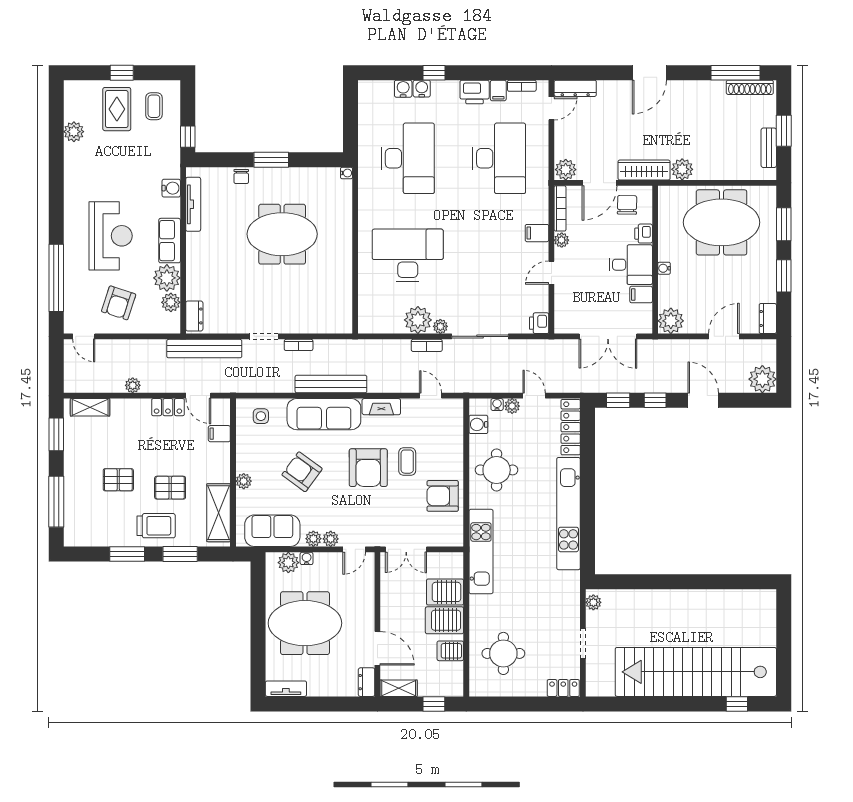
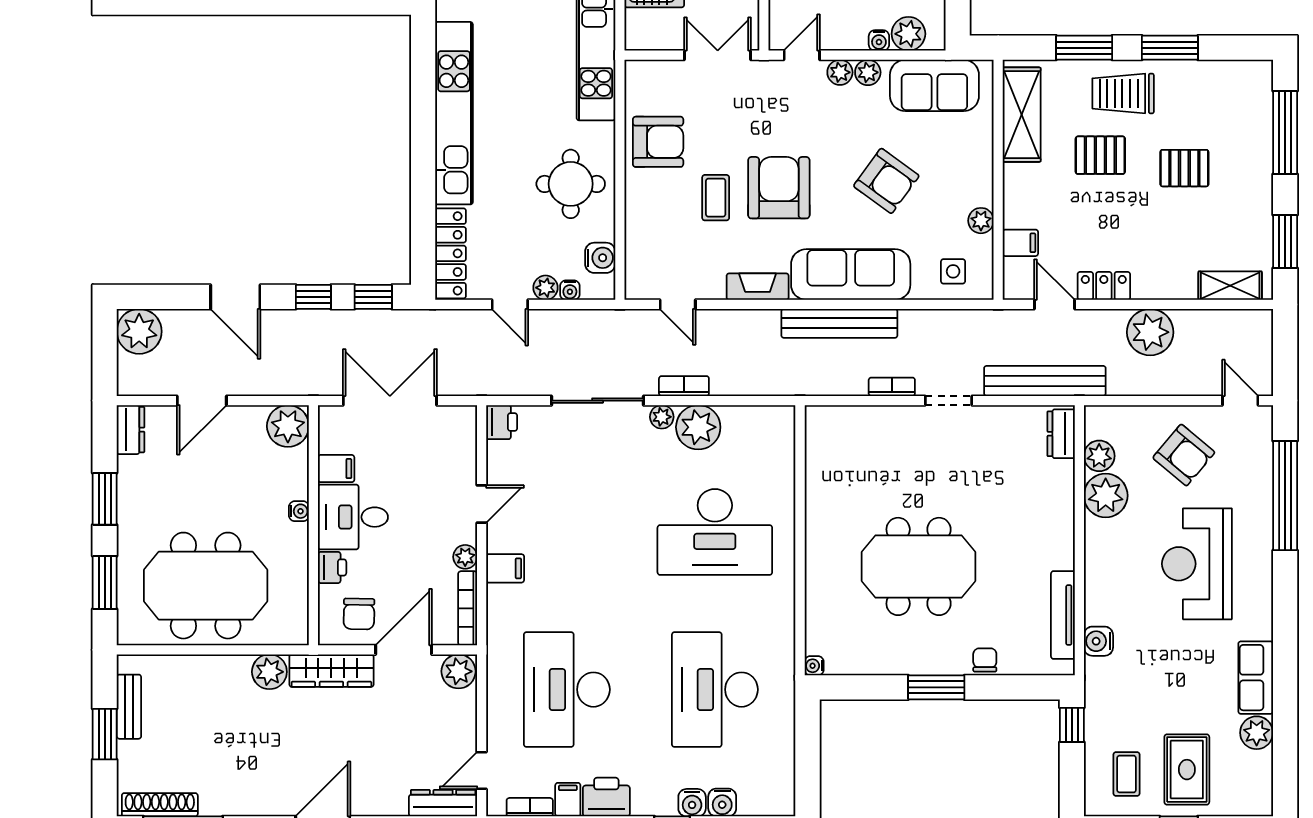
row of seats: (170, 241) -> (1256, 678), moved, turned 180
armchair: (119, 303) -> (1184, 455), turned 112
plant: (133, 385) -> (1150, 332), width x1.87, depth x1.87
plant: (244, 481) -> (981, 221), moved

